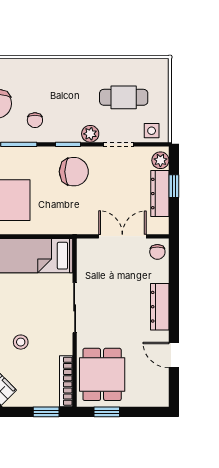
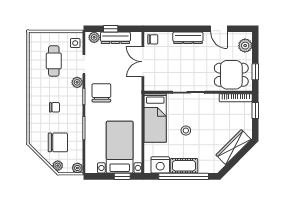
chair: (35, 120) -> (55, 107), moved
stool: (21, 342) -> (186, 131), moved
door: (174, 355) -> (219, 29), hinge flipped
plant: (148, 396) -> (245, 46), added

